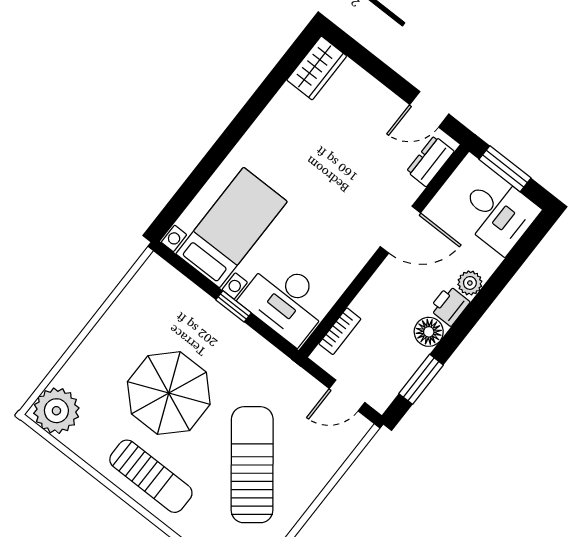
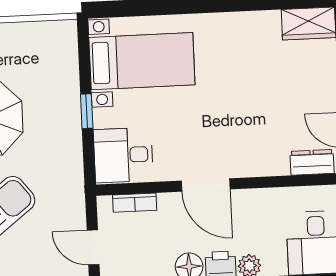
door: (400, 230) -> (206, 185), moved
desk: (286, 301) -> (123, 155), width x0.73

